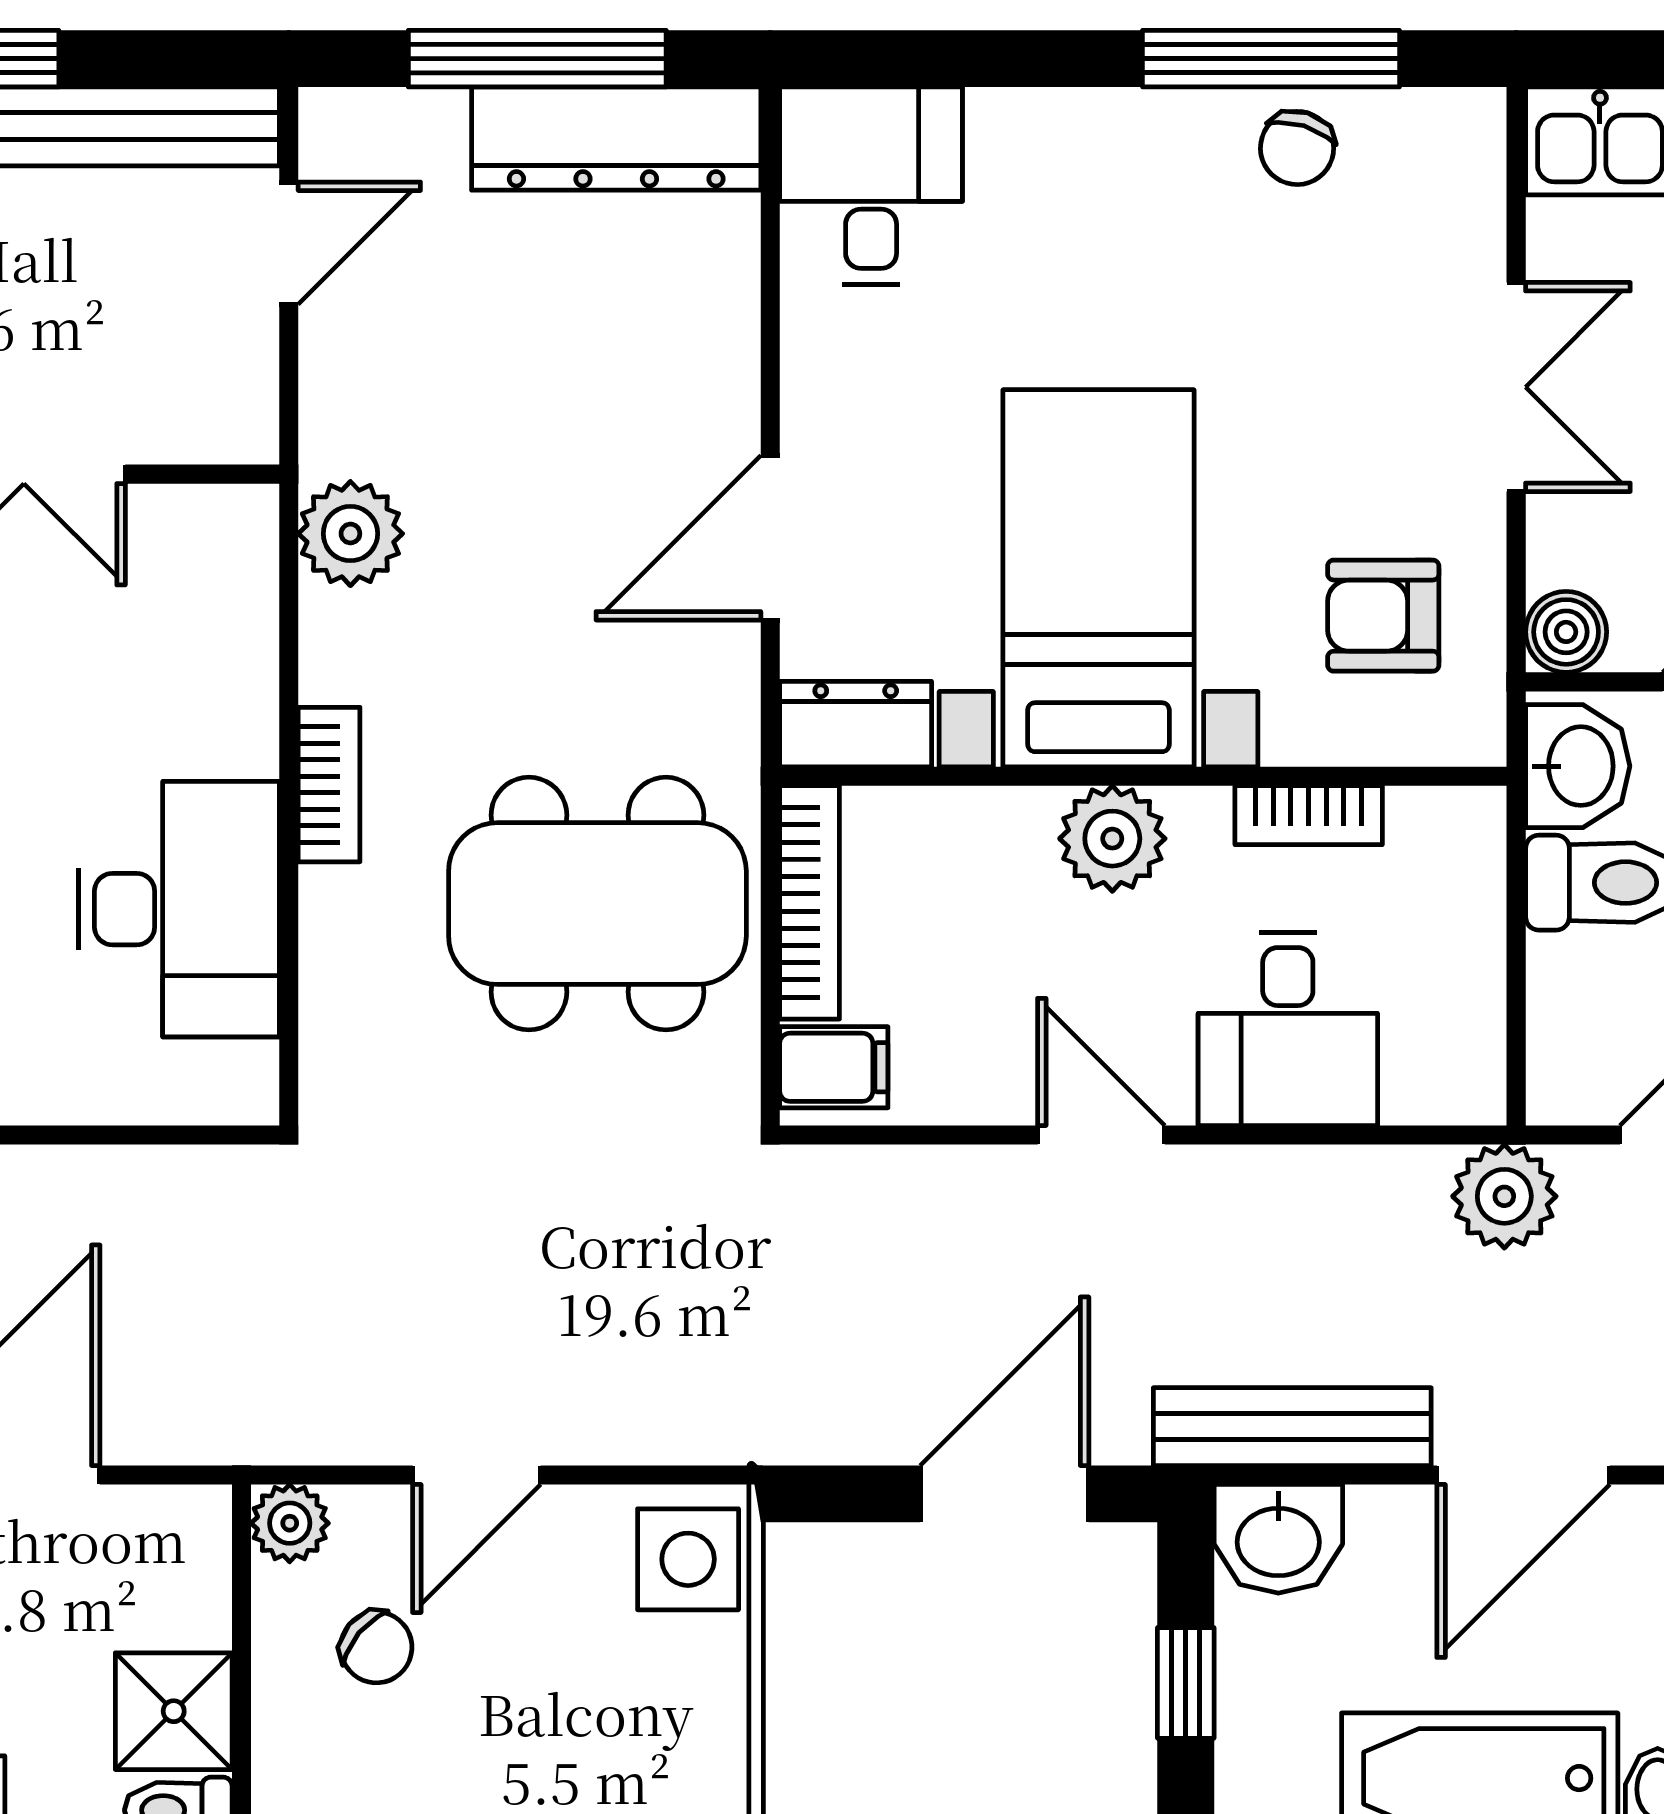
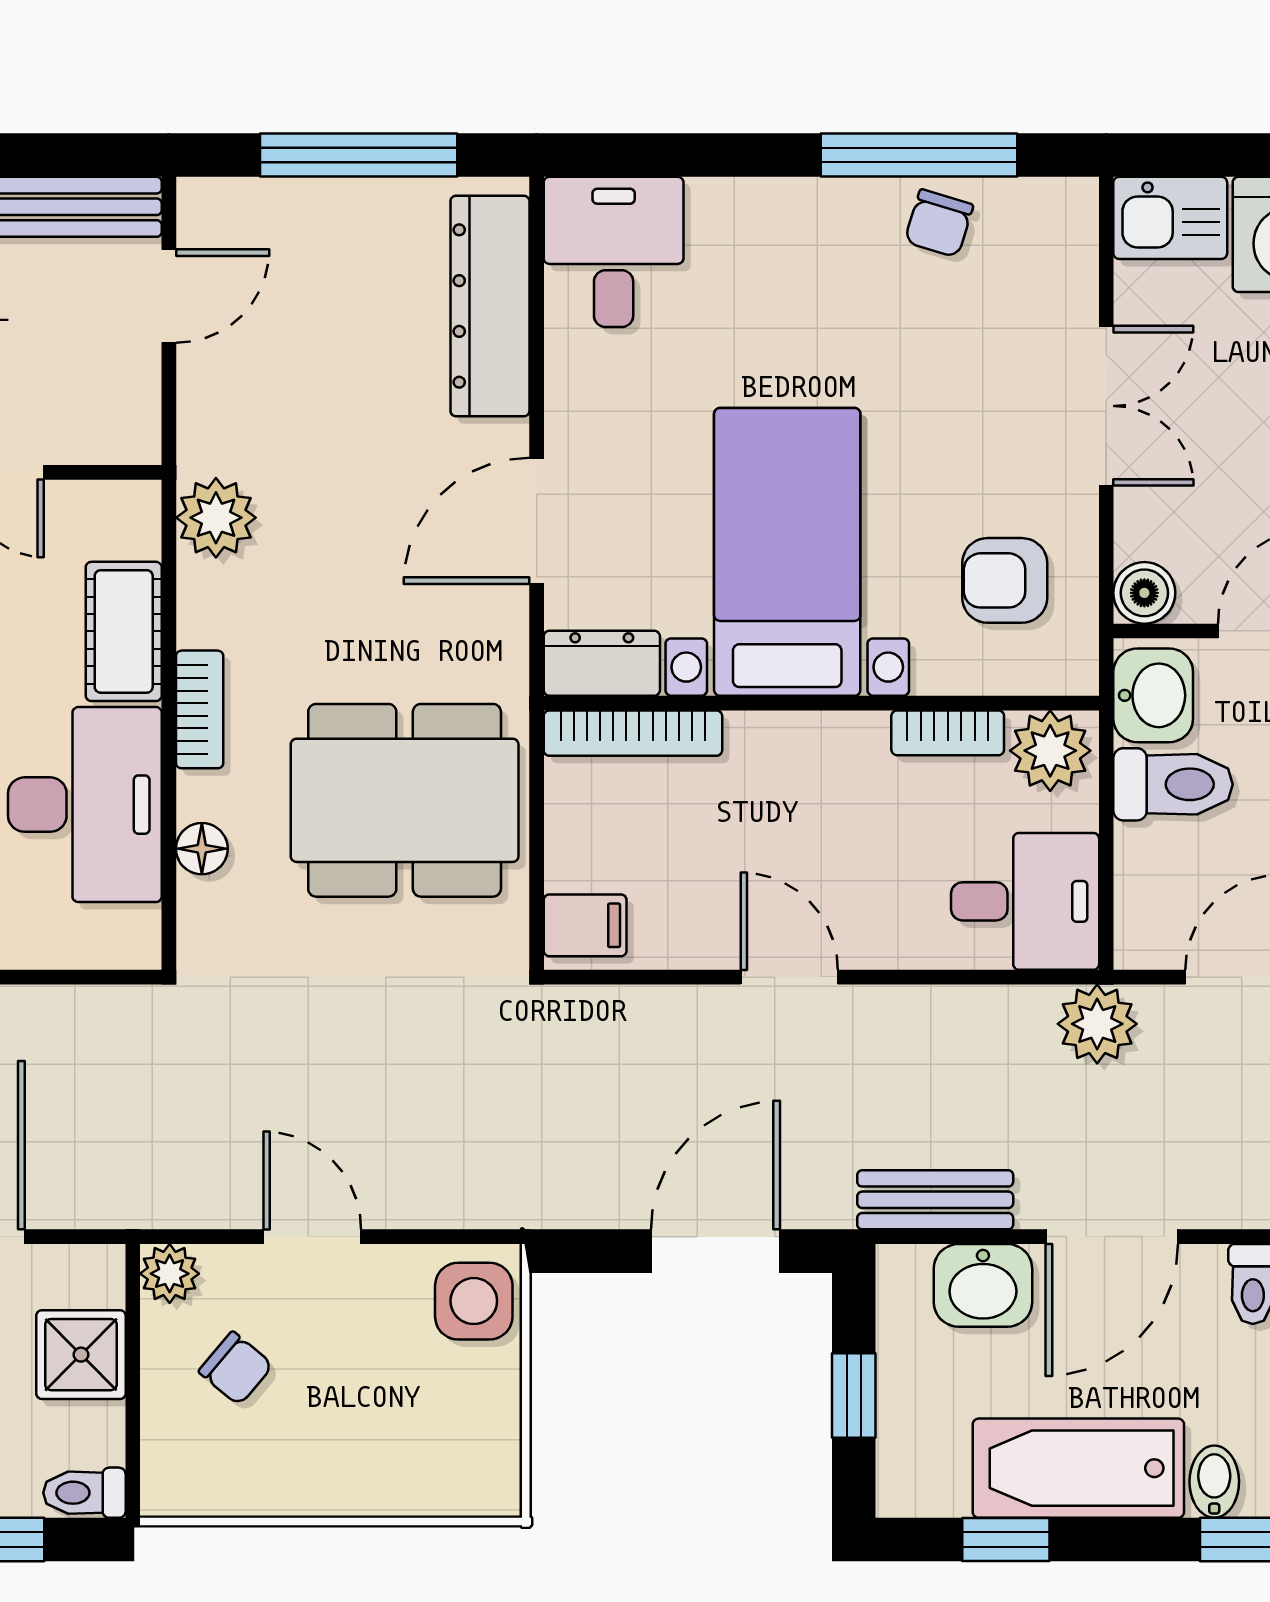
dresser: (616, 139) -> (490, 306), moved, turned 90
cot: (230, 682) -> (124, 631), added
plant: (1112, 839) -> (1050, 751), moved
bookcase: (810, 902) -> (633, 733), moved, turned 90
floor lamp: (332, 967) -> (202, 849), added
desk: (1288, 1029) -> (1025, 901), moved, turned -90
bench: (1292, 1427) -> (935, 1200), width x0.73
door: (477, 1475) -> (312, 1237), swing flipped
washbasin: (1278, 1539) -> (983, 1285), moved
shower: (174, 1711) -> (81, 1355), moved

